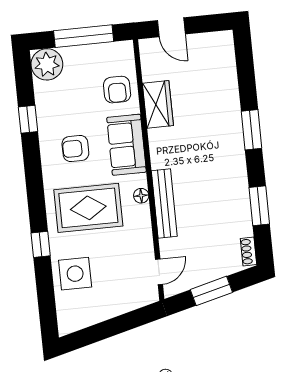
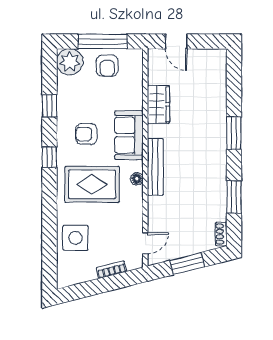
armchair: (117, 90) -> (107, 66), moved
bench: (164, 204) -> (155, 167), moved
window: (41, 244) -> (49, 157), moved
bookcase: (122, 307) -> (111, 270), added

